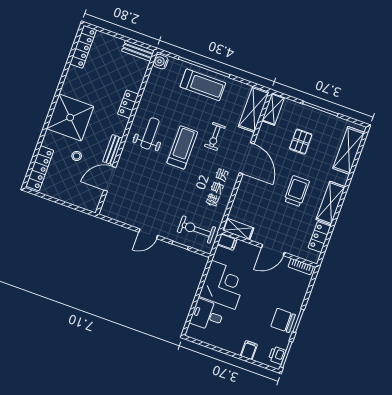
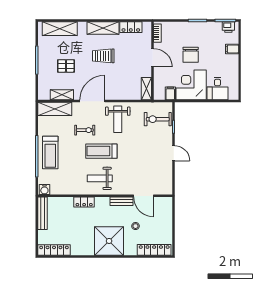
bench: (138, 51) -> (42, 213), width x1.36
treadmill: (203, 85) -> (50, 152), turned 180
shelving: (273, 109) -> (62, 95), moved
weight bench: (214, 181) -> (118, 119), added
exercise bike: (196, 229) -> (158, 119), turned 90
filing cabinet: (227, 242) -> (170, 93), moved
chair: (283, 320) -> (191, 55), moved

